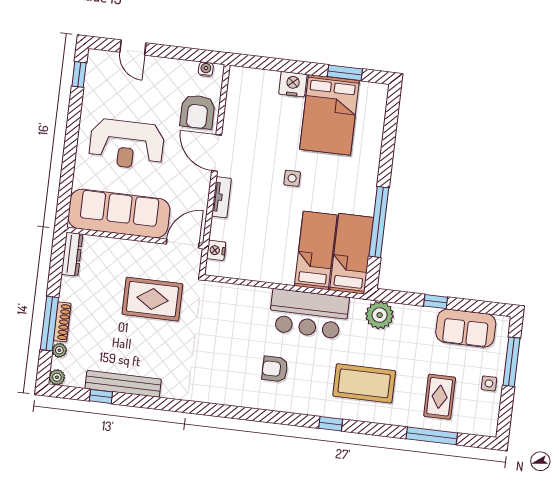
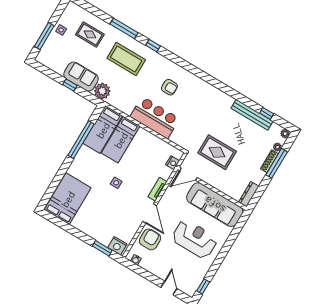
window: (345, 73) -> (102, 248), moved
nightstand: (293, 84) -> (117, 246), moved
bed: (329, 115) -> (68, 199), moved
bar counter: (309, 314) -> (155, 118), moved
sofa: (466, 328) -> (81, 77), moved
rug: (440, 397) -> (90, 34), turned 90
window: (432, 436) -> (124, 28), moved

